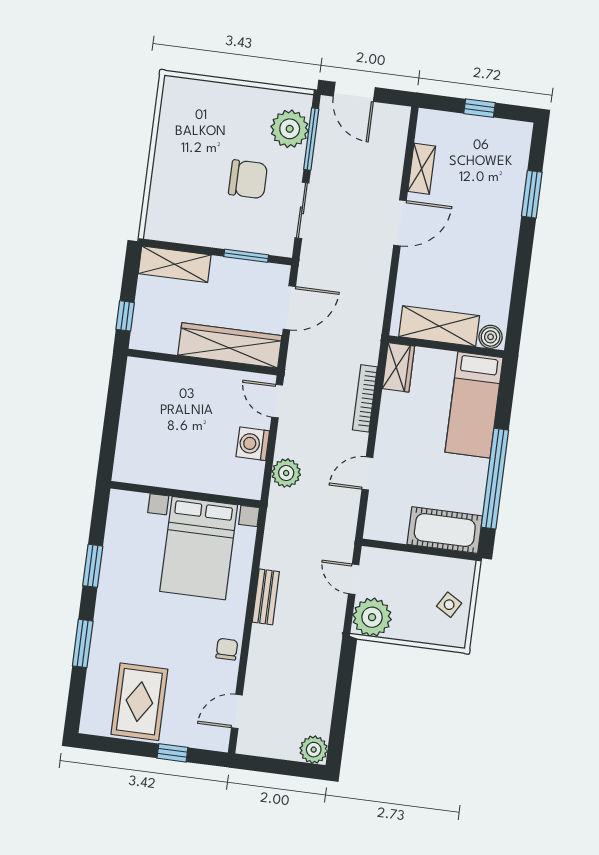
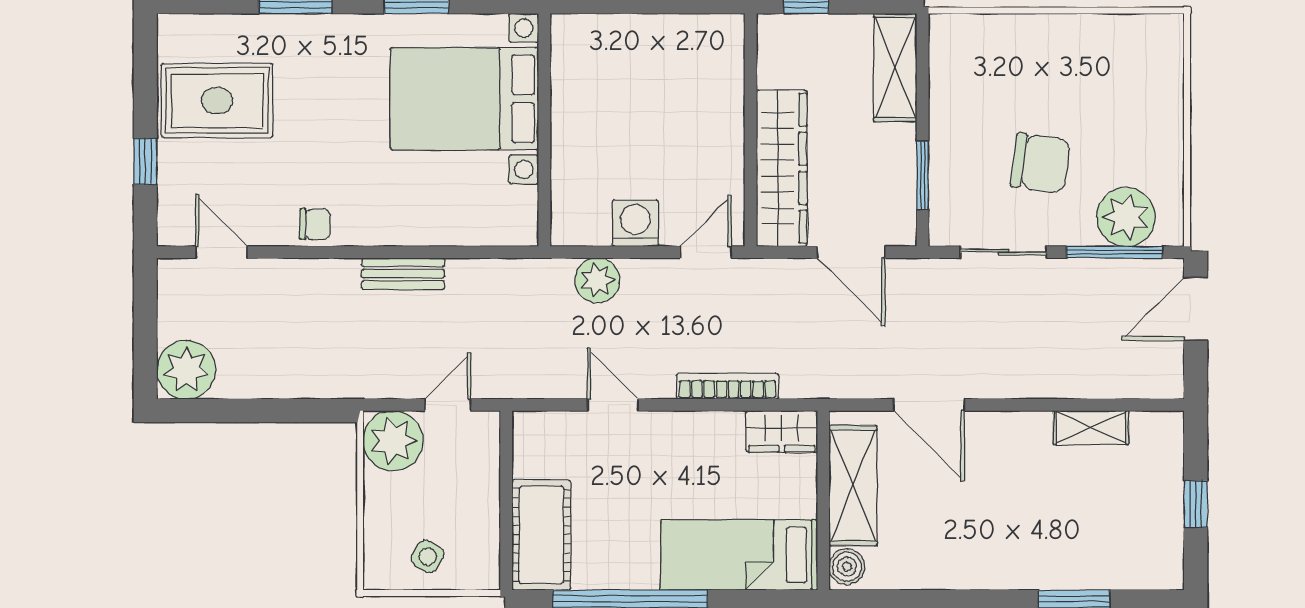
chair: (248, 179) -> (1040, 163), turned -82
door: (400, 223) -> (929, 405), moved
bed with nightstands: (199, 548) -> (464, 99), moved
plant: (314, 750) -> (186, 370), width x1.36, depth x1.36

